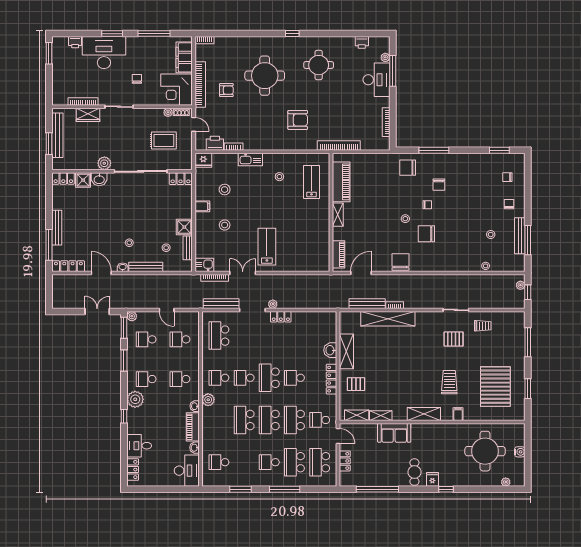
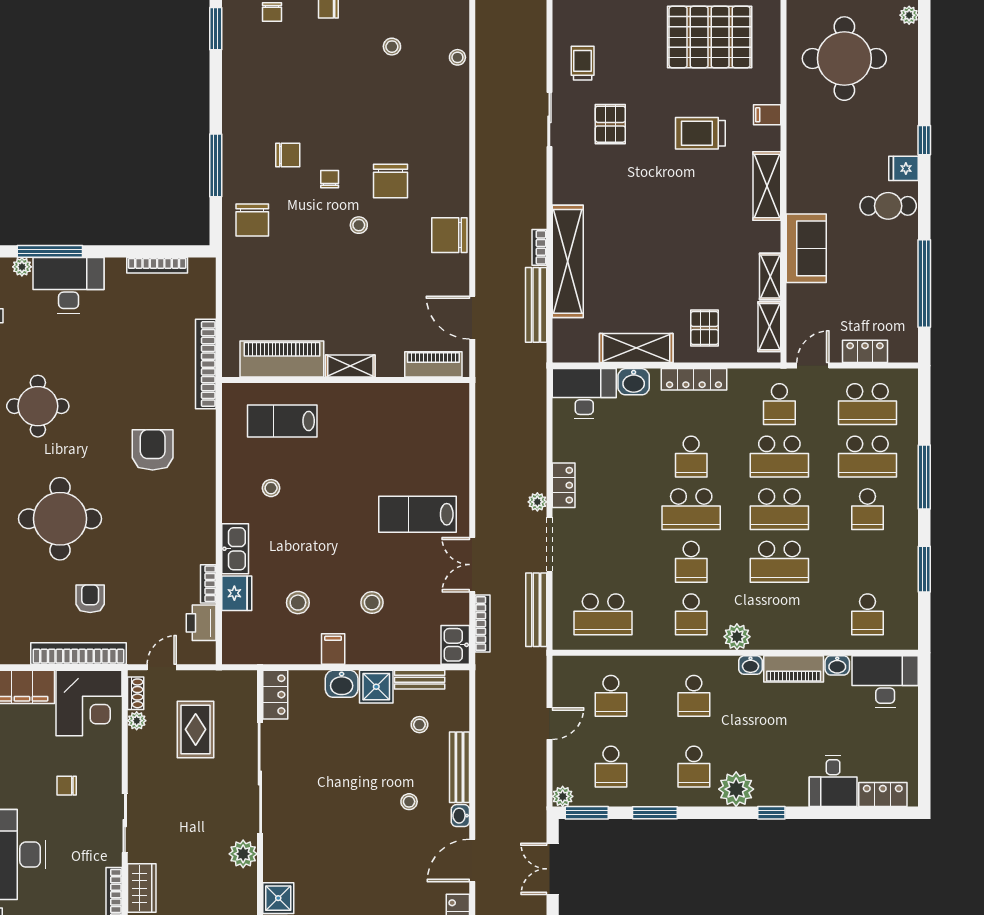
fridge: (203, 160) -> (237, 593), moved
washbasin: (99, 179) -> (342, 684), moved, turned 90
desk: (325, 327) -> (584, 394), added

